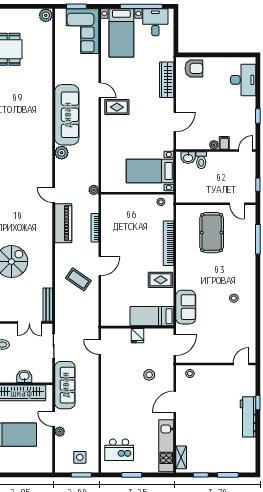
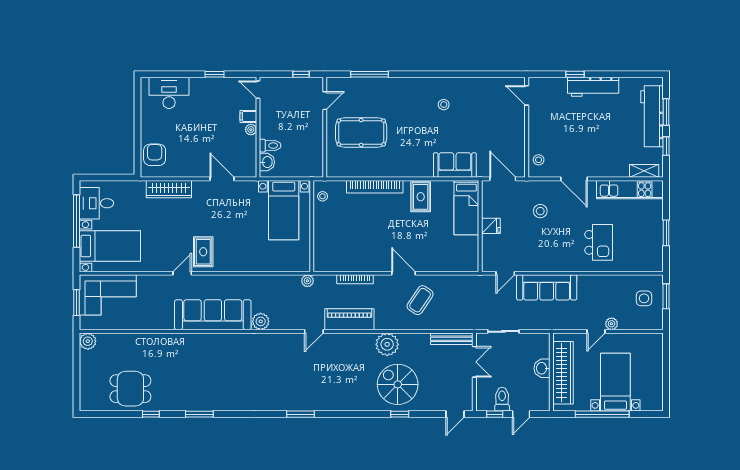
plant: (43, 253) -> (387, 344), added
sofa: (65, 385) -> (547, 287), moved, turned 180
kitchen island: (119, 450) -> (599, 242), moved
workbench: (225, 464) -> (652, 116), added

